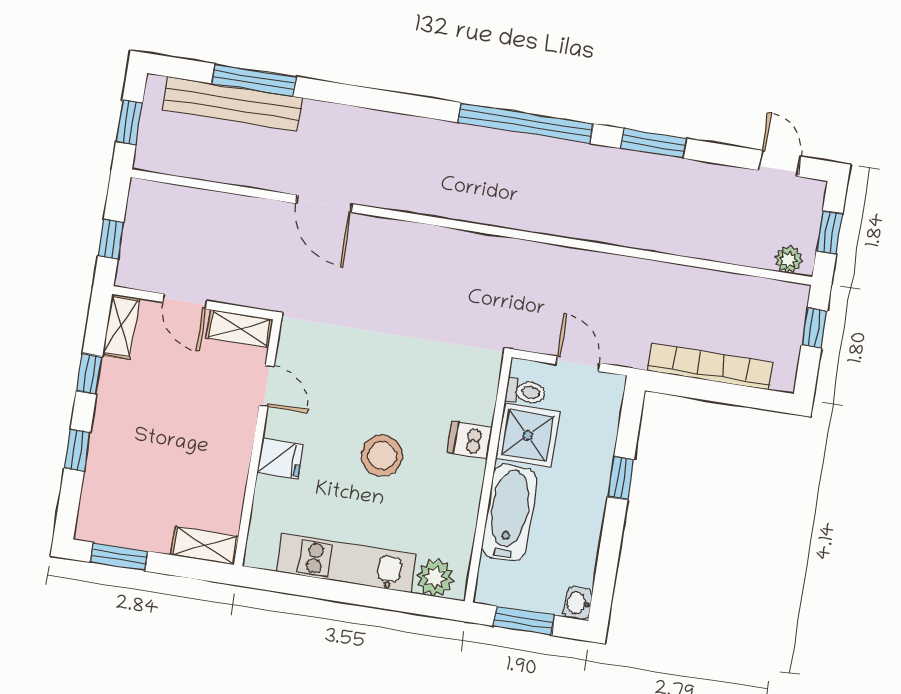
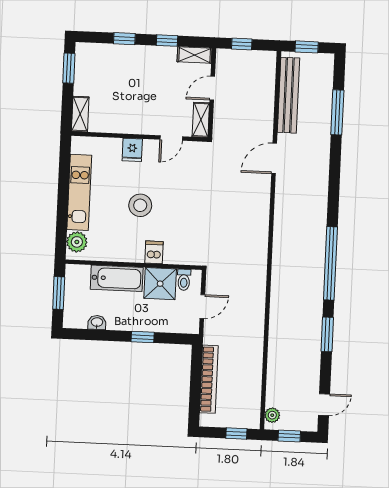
bench: (232, 104) -> (289, 95), moved
washbasin: (578, 603) -> (97, 322), moved

